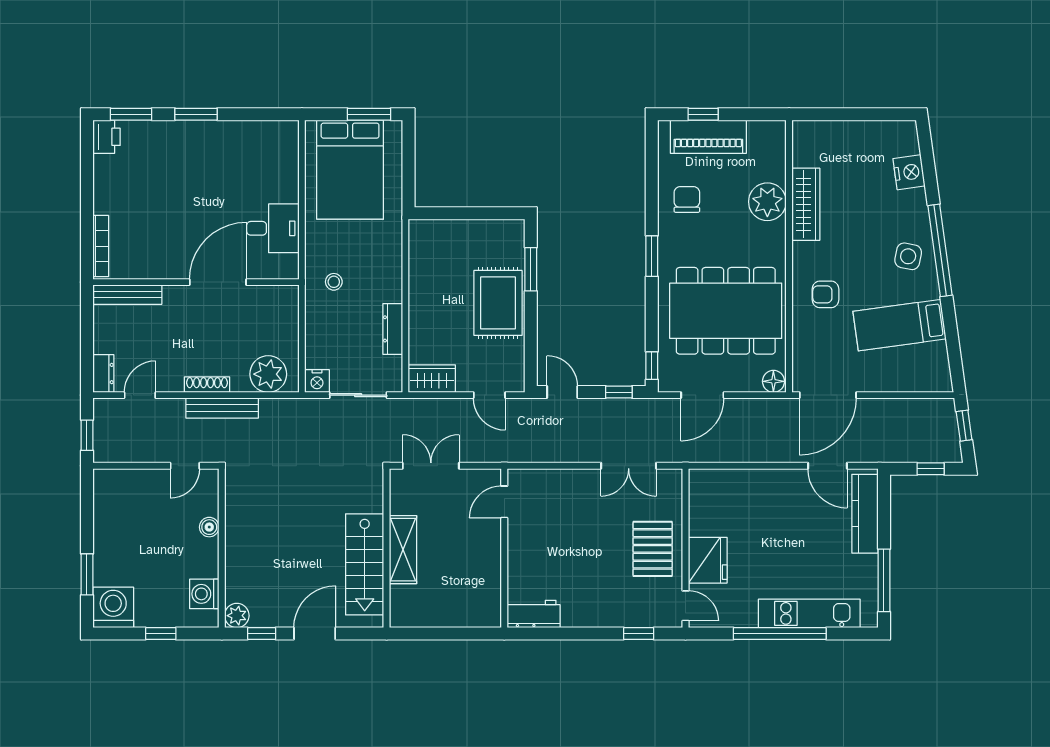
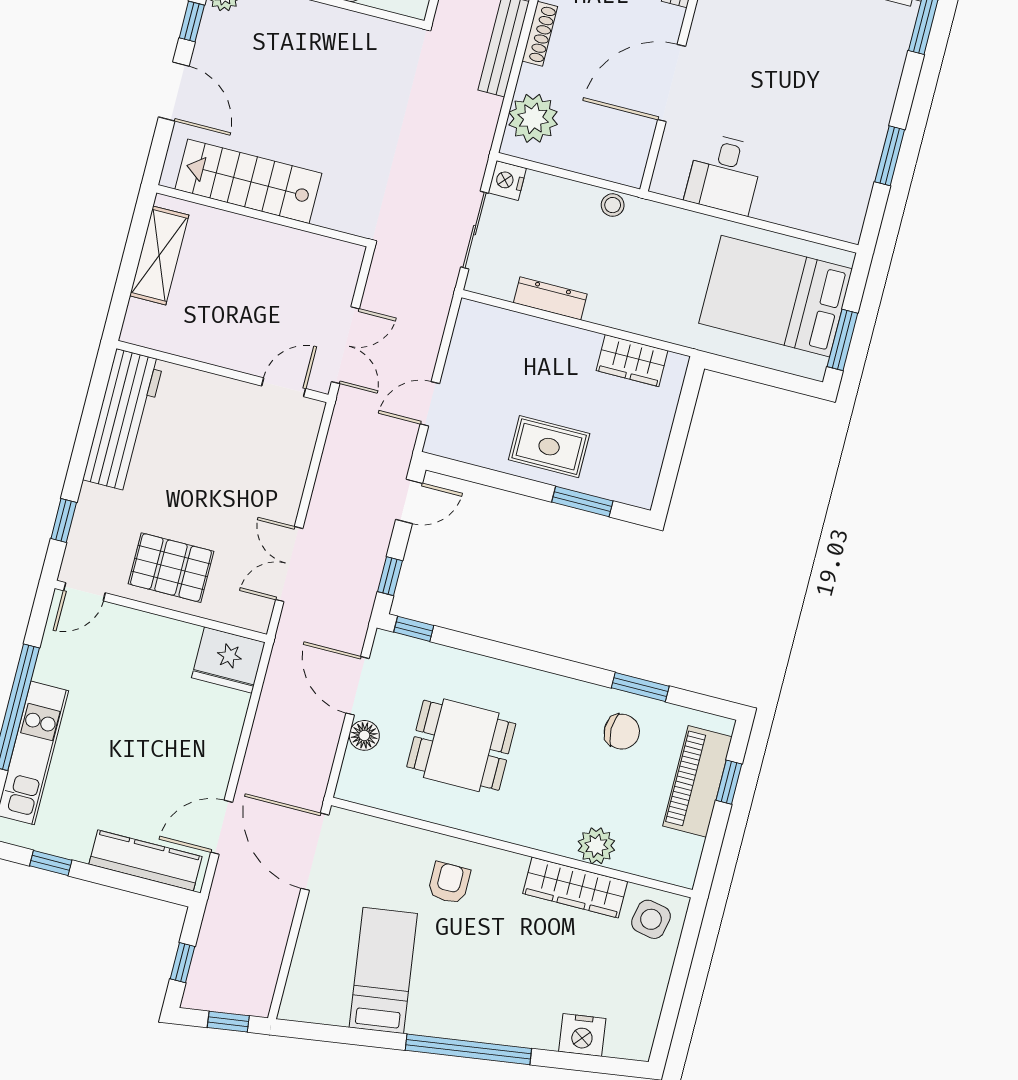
window: (196, 114) -> (890, 156), moved
plant: (767, 202) -> (596, 846), width x0.73, depth x0.73
window: (652, 256) -> (640, 687), moved
side table: (908, 256) -> (651, 919), moved
door: (218, 282) -> (672, 83), swing flipped
stool: (334, 282) -> (613, 205), moved
rug: (498, 303) -> (549, 447), width x0.73, depth x0.70
dining table: (726, 311) -> (461, 745), width x0.53, depth x0.80
wardrobe: (432, 379) -> (632, 361), moved, turned 90
floor lamp: (773, 381) -> (364, 735), moved
double door: (431, 466) -> (345, 345), moved
door: (504, 502) -> (284, 387), hinge flipped
shelving: (403, 550) -> (159, 255), moved, turned 90
fridge: (708, 560) -> (228, 660), moved
window: (884, 580) -> (51, 863), width x0.46
workbench: (534, 614) -> (123, 420), width x1.88, depth x1.32

